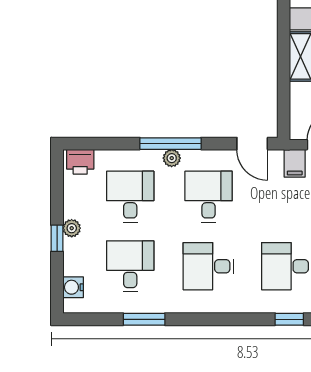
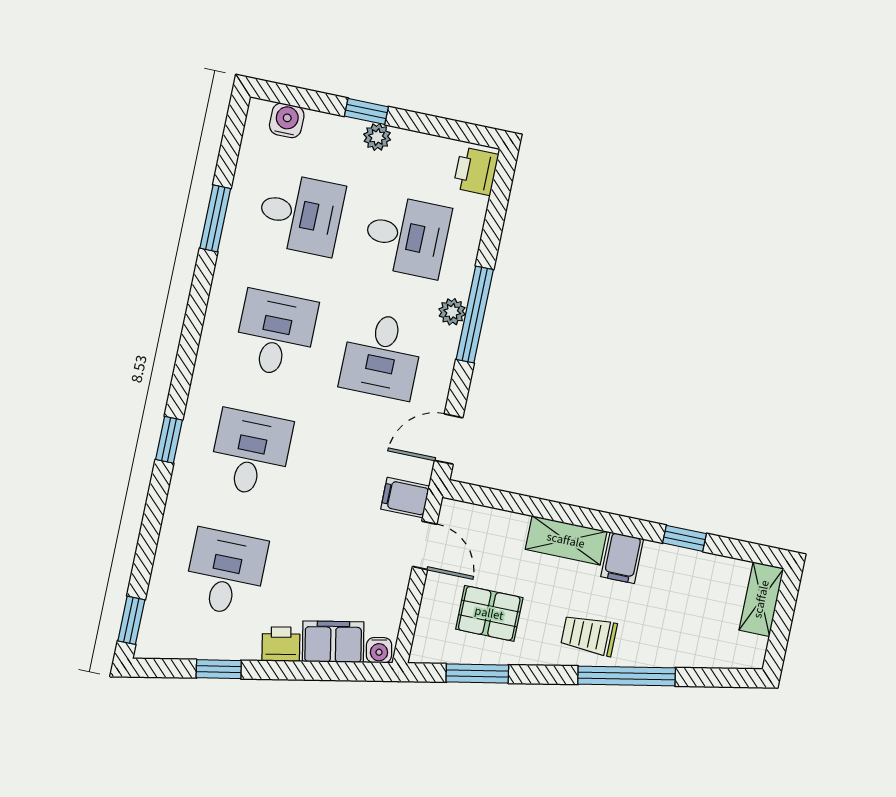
desk: (209, 197) -> (382, 356), turned 90

